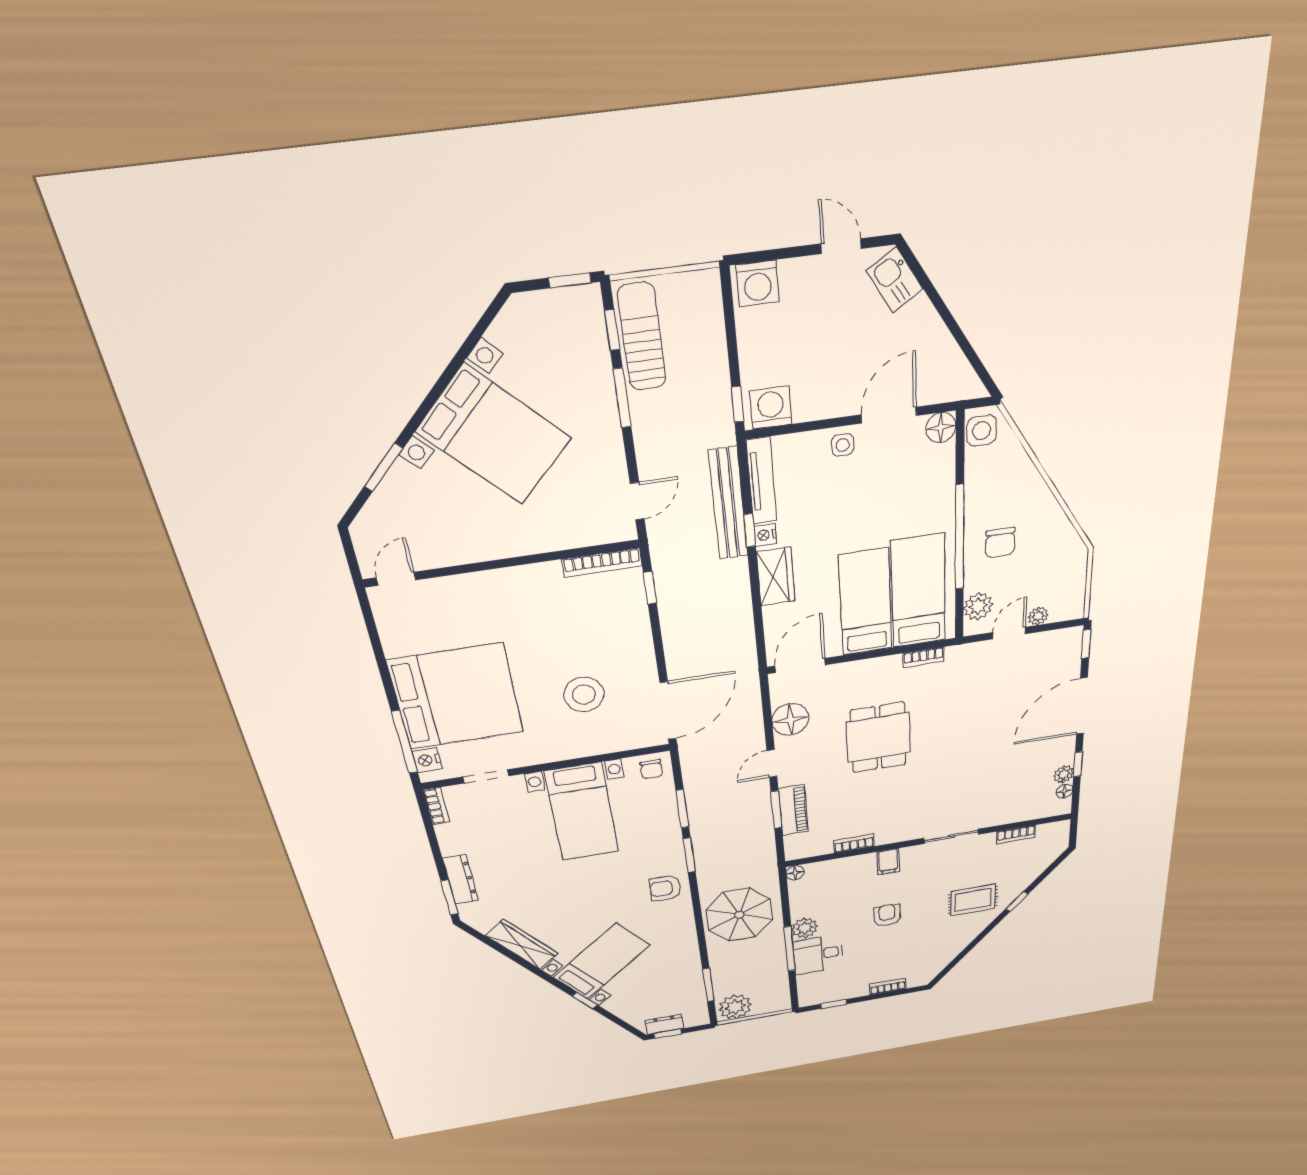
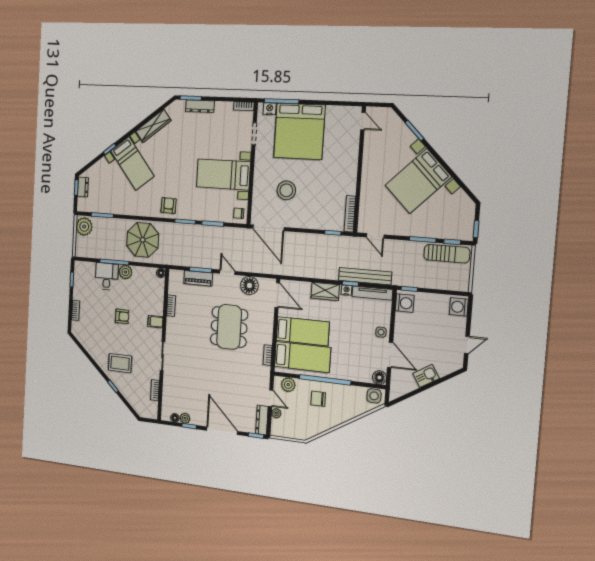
kitchen sink: (895, 280) -> (426, 376), moved
dresser: (1054, 640) -> (262, 420), added
dining table: (878, 738) -> (229, 327), width x1.38
rug: (973, 900) -> (120, 363), turned 90

